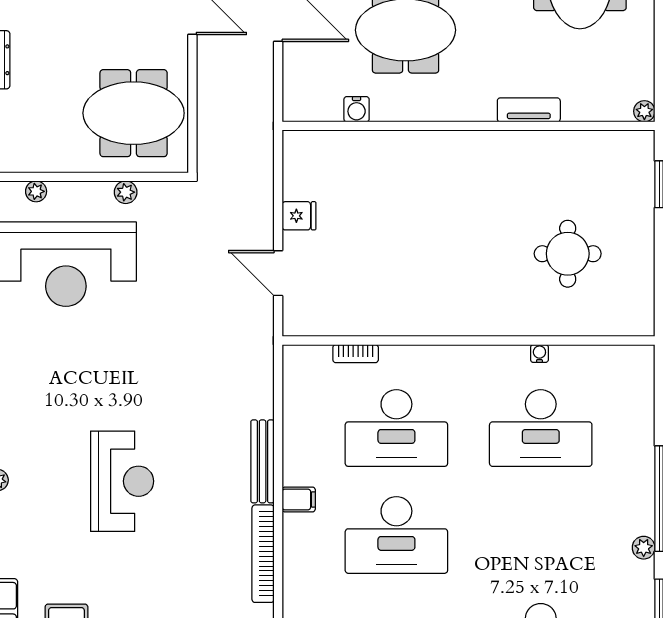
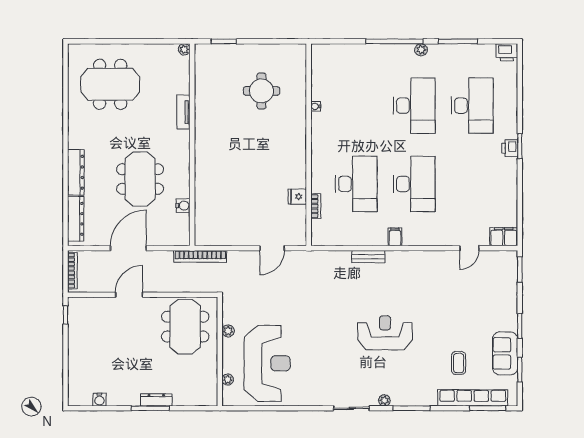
fridge: (299, 216) -> (297, 197), moved, turned -90
desk: (541, 428) -> (414, 106), moved
bench: (263, 461) -> (368, 257), width x0.73
bookcase: (263, 554) -> (200, 256), moved

